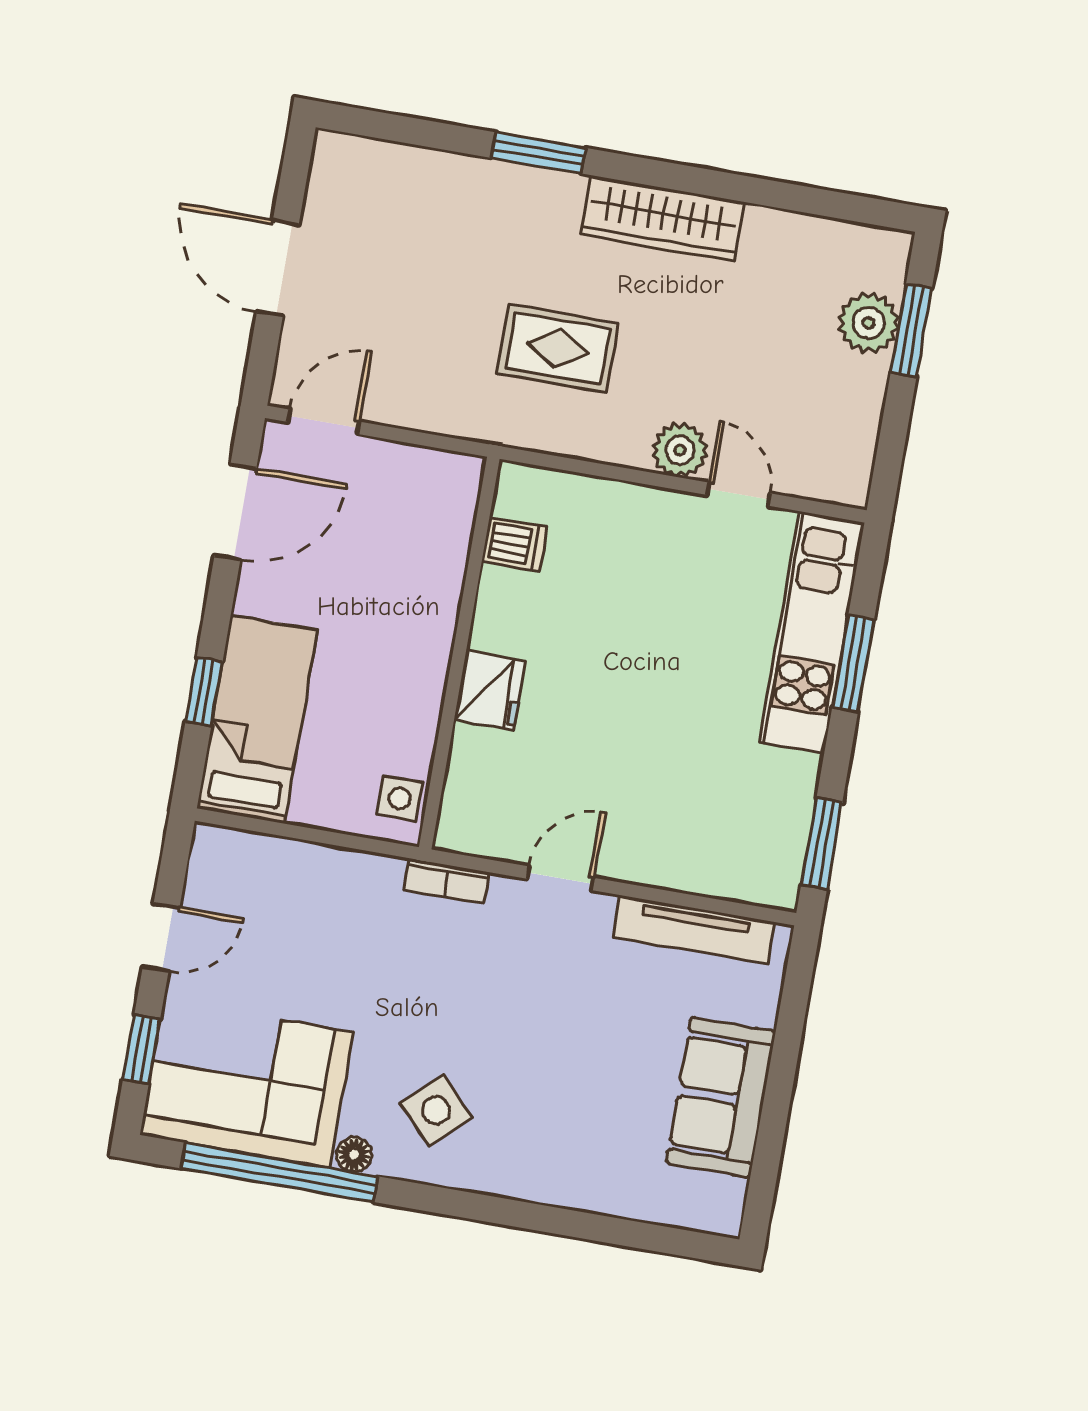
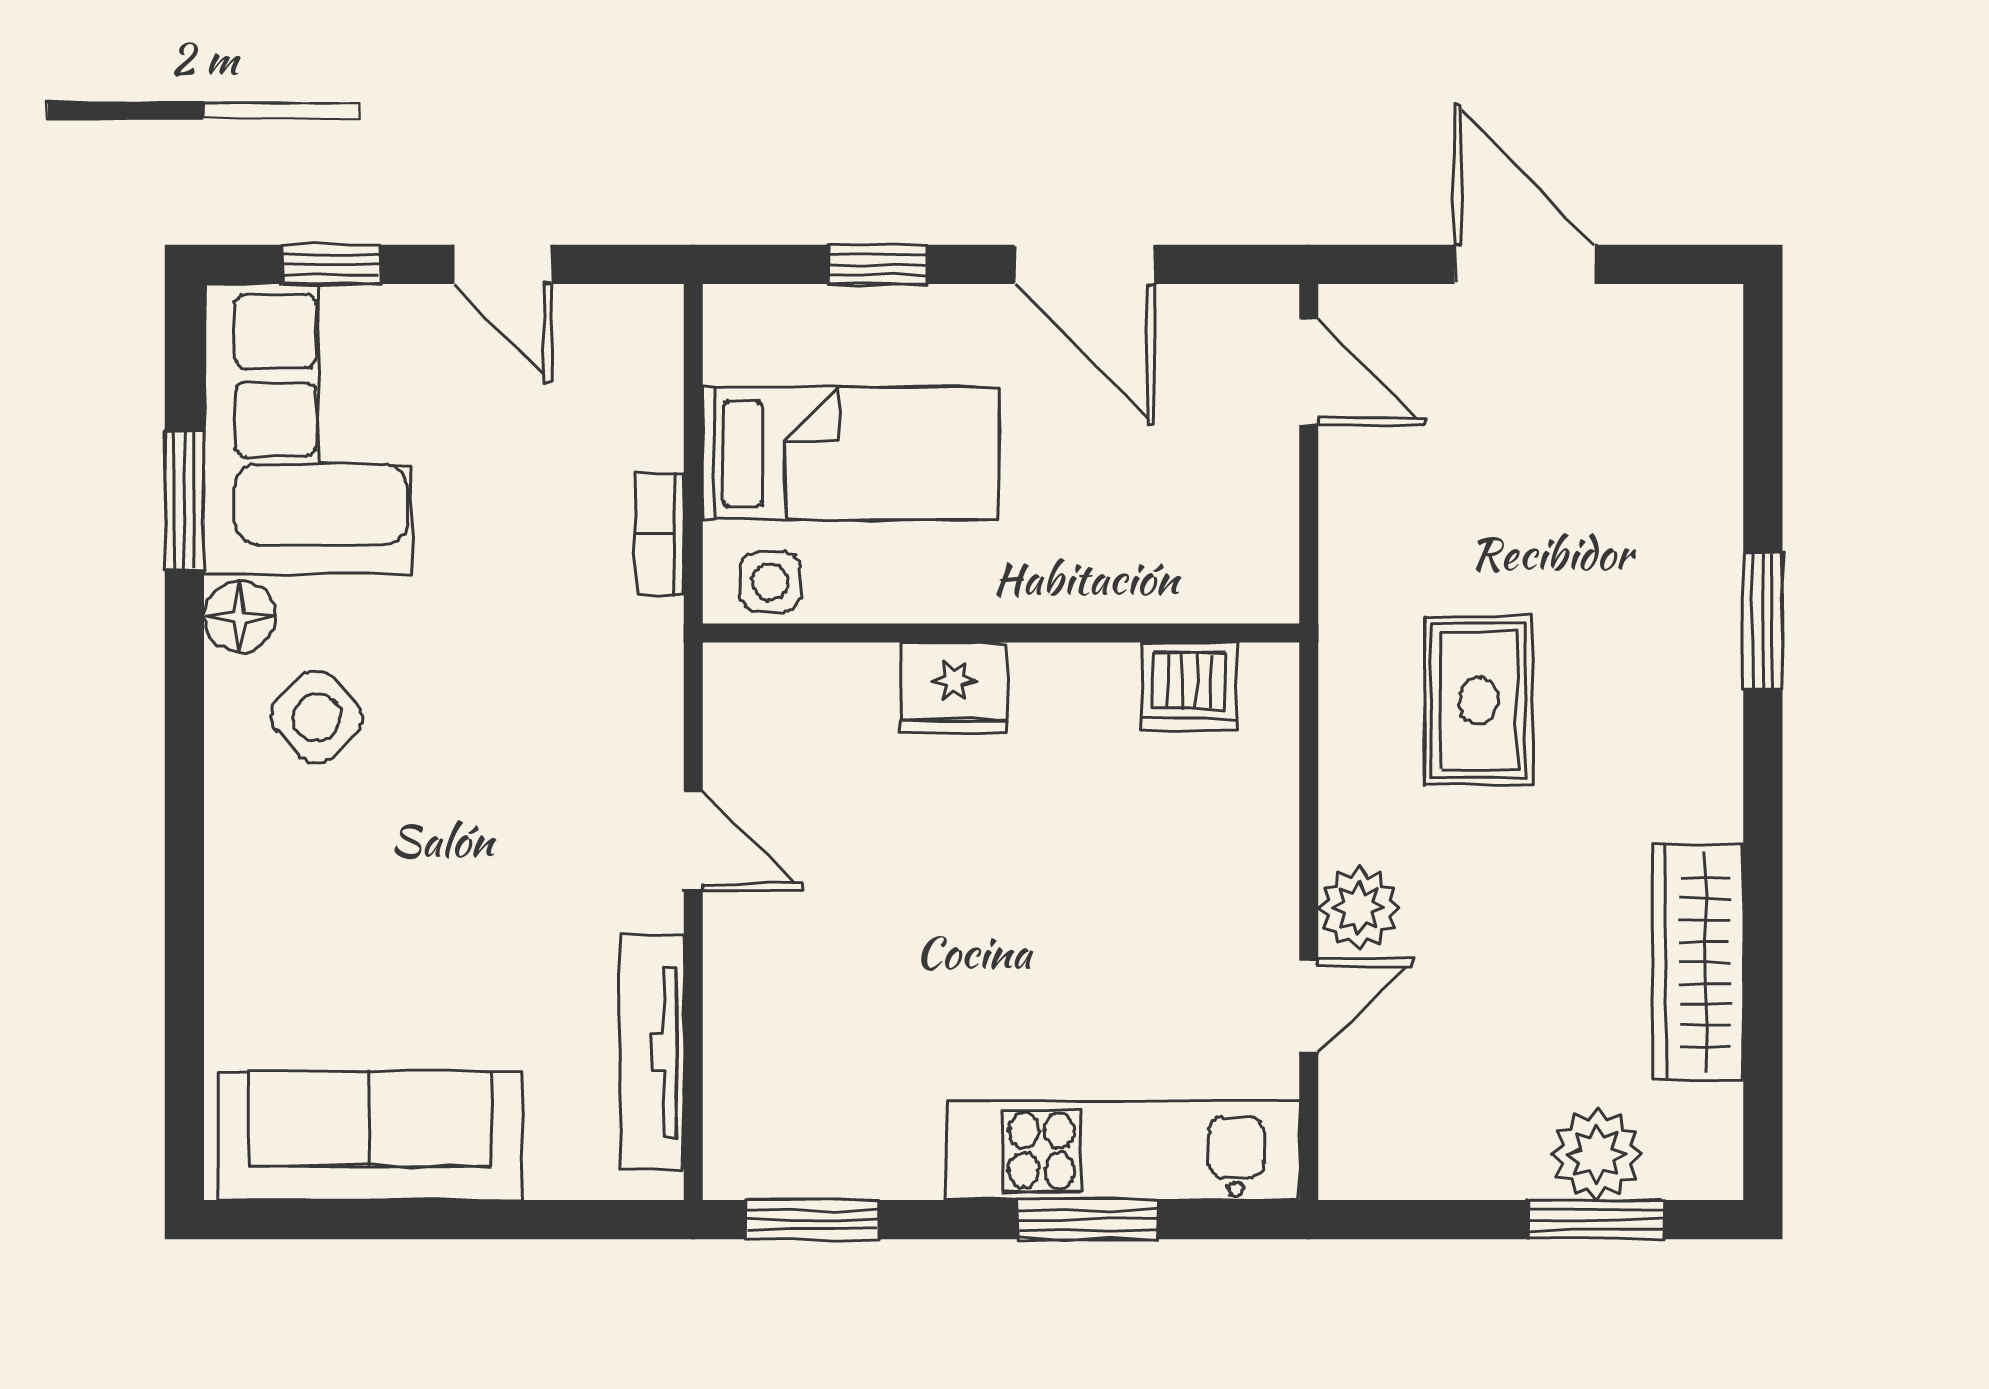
wardrobe: (663, 218) -> (1698, 962), moved
door: (278, 268) -> (1525, 264), hinge flipped
door: (235, 512) -> (1084, 264), moved
dishwasher: (514, 544) -> (1189, 687), width x1.38
bed: (257, 719) -> (850, 453), moved
bookcase: (447, 881) -> (660, 534), moved
sofa: (721, 1097) -> (370, 1136), width x1.36
floor lamp: (354, 1155) -> (240, 617), width x1.37, depth x1.37
window: (279, 1172) -> (184, 501), width x0.47

